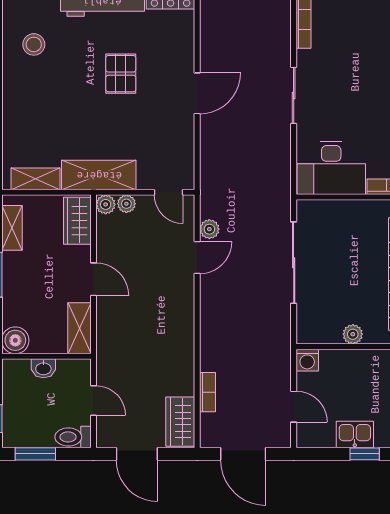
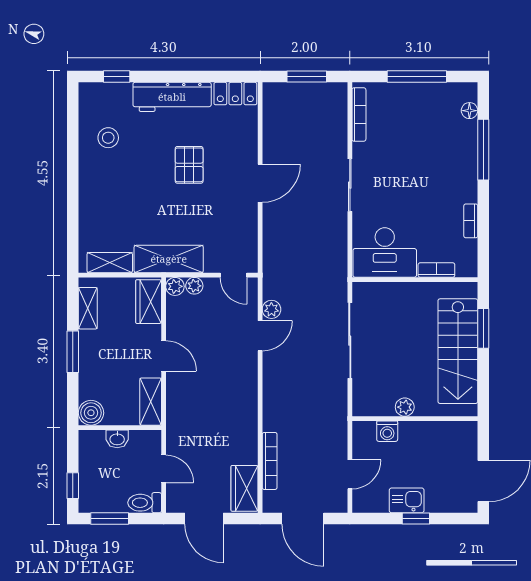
washing machine: (307, 360) -> (387, 431), moved
bookcase: (207, 392) -> (270, 461), width x1.56
door: (294, 407) -> (350, 474), hinge flipped

